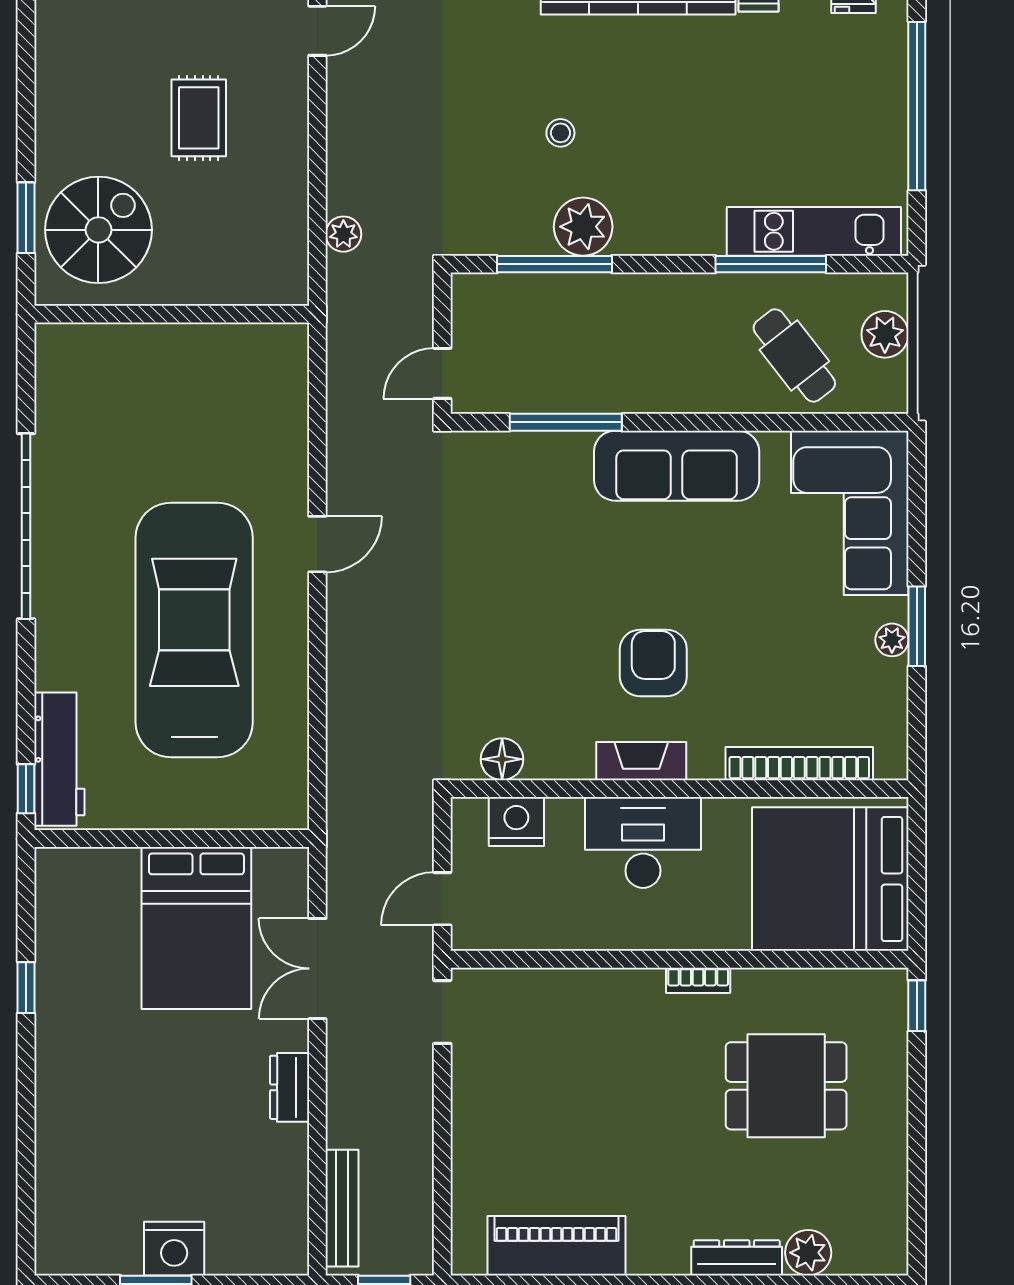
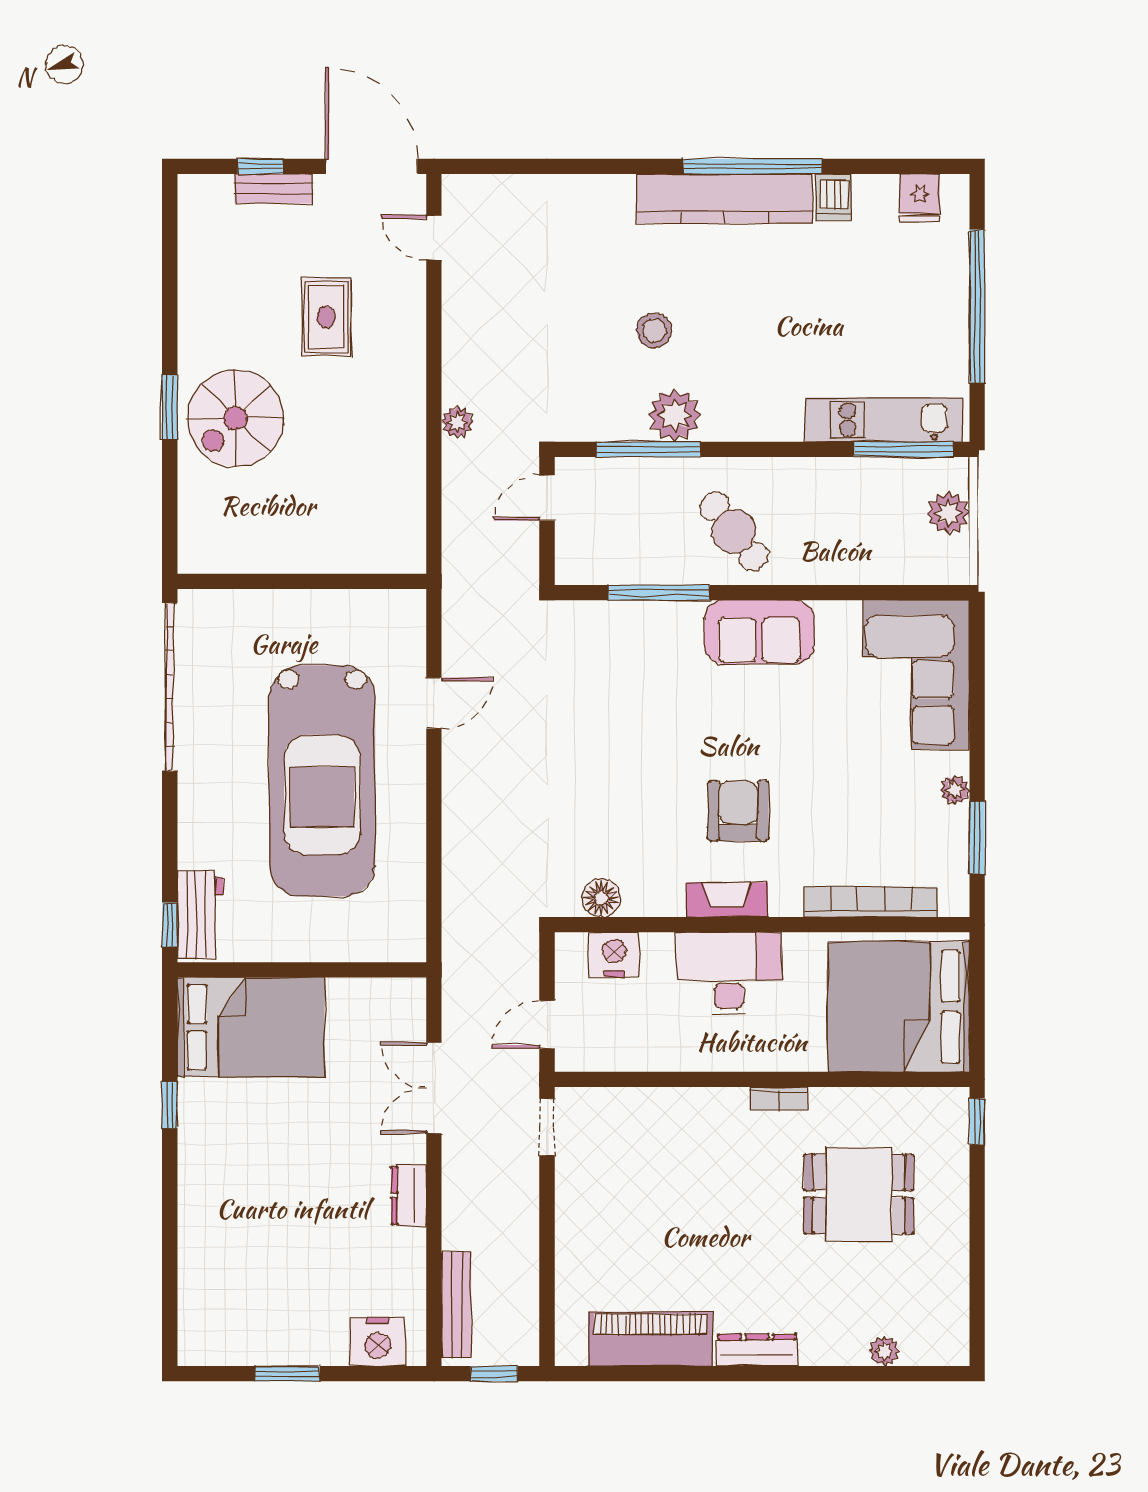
door: (317, 31) -> (434, 238), swing flipped
stool: (560, 133) -> (654, 330), width x1.37, depth x1.37
spiral stairs: (98, 230) -> (235, 418), turned 180
window: (771, 264) -> (904, 449), moved
wall: (172, 314) -> (302, 581), moved
cafe table: (794, 355) -> (734, 531), moved
door: (442, 373) -> (547, 498), moved
sofa: (677, 466) -> (759, 632), width x0.73
window: (917, 626) -> (977, 838), moved
car: (194, 630) -> (322, 781), turned 180
workbench: (59, 759) -> (200, 914), width x0.73
bed: (196, 928) -> (251, 1027), moved, turned -90
nightstand: (174, 1249) -> (378, 1342), moved
plant: (808, 1253) -> (884, 1351), width x0.73, depth x0.73
dresser: (737, 1258) -> (757, 1350), moved

